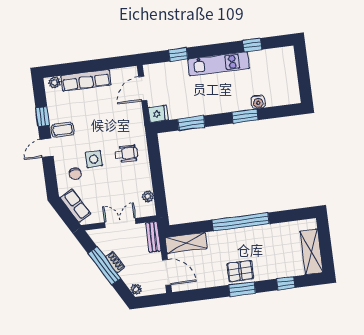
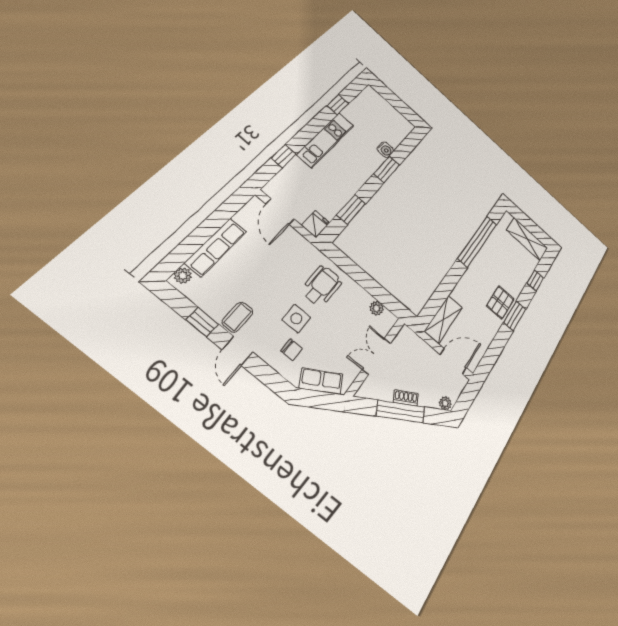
wheelchair: (126, 154) -> (322, 286), width x1.36, depth x1.37
window: (241, 222) -> (477, 241), moved
bench: (153, 237) -> (414, 341), removed

